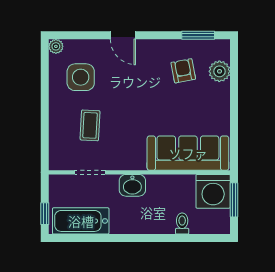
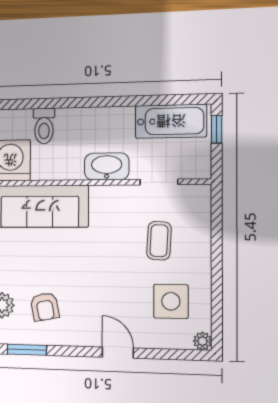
washbasin: (132, 185) -> (107, 166), width x1.38
toilet: (182, 224) -> (44, 126), width x1.37, depth x1.39

